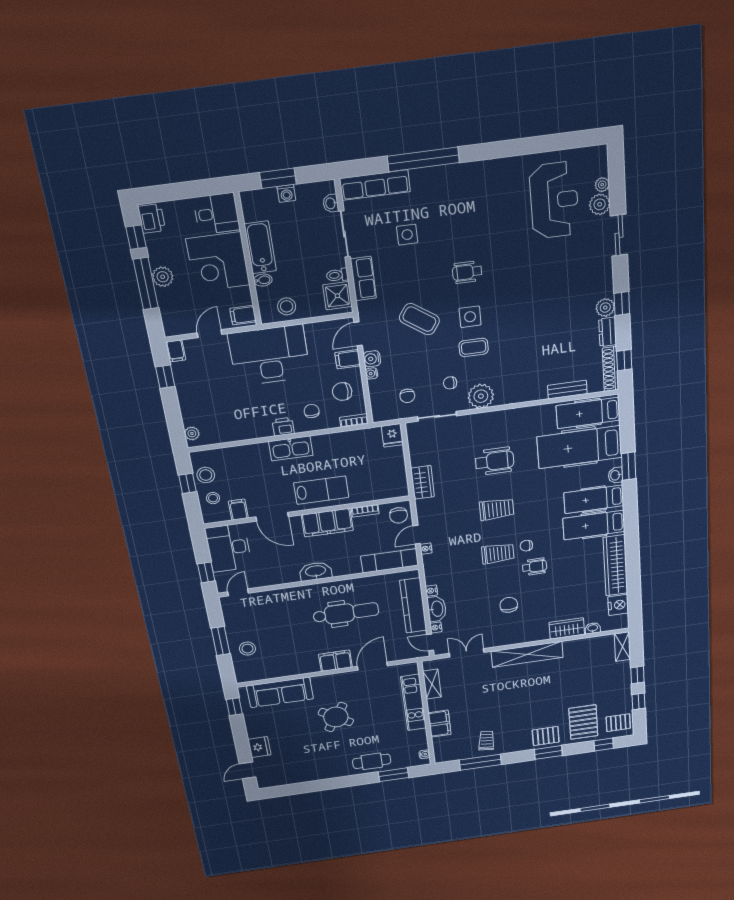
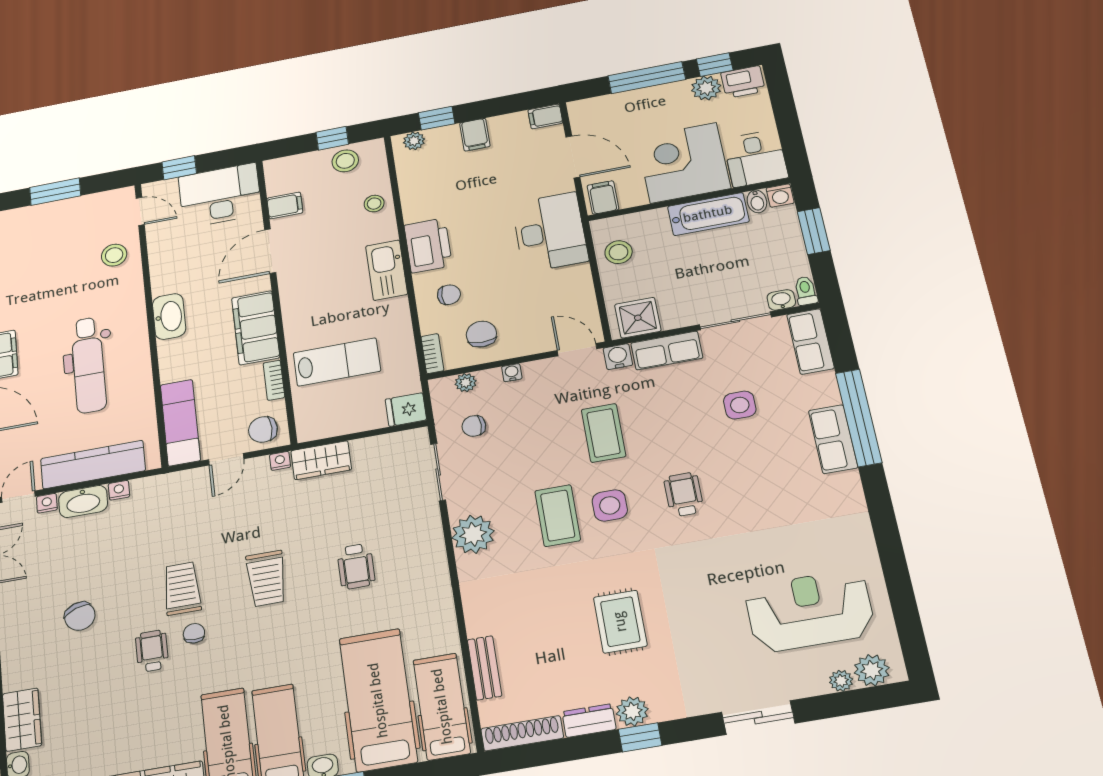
row of seats: (437, 177) -> (833, 439), added
row of seats: (375, 185) -> (810, 341), width x0.68
washing machine: (286, 193) -> (780, 196), moved, turned -90
reception desk: (554, 200) -> (810, 611), turned 180
plant: (600, 204) -> (872, 670), moved
toilet: (337, 275) -> (806, 291), moved
plant: (163, 277) -> (706, 88), moved
bidet: (263, 280) -> (757, 201), moved
rug: (548, 313) -> (620, 622), added
coffee table: (419, 319) -> (604, 433), turned -35
door: (210, 334) -> (573, 157), width x1.38
coffee table: (474, 347) -> (558, 516), width x1.36, depth x1.30
desk: (269, 355) -> (550, 232), width x0.73, depth x0.77
filing cabinet: (348, 359) -> (475, 135), moved, turned 180
water cooler: (372, 359) -> (618, 357), moved
window: (624, 360) -> (539, 754), removed
window: (165, 377) -> (437, 118), moved
chair: (450, 383) -> (496, 486), removed
plant: (376, 401) -> (466, 383), added
printer: (283, 427) -> (428, 245), width x1.87, depth x1.48
wheelchair: (495, 461) -> (356, 566), width x0.73, depth x0.73
lab bench: (321, 490) -> (337, 362), moved, turned -90
stool: (213, 498) -> (374, 204), moved
door: (417, 535) -> (226, 459), swing flipped
nightstand: (426, 549) -> (280, 461), moved
trolley: (498, 553) -> (182, 589), turned 180
wheelchair: (534, 567) -> (152, 651), turned 180
chair: (509, 605) -> (80, 616), turned 70
stool: (247, 649) -> (114, 255), moved

